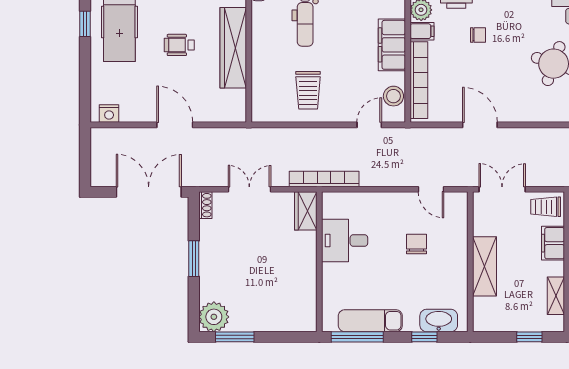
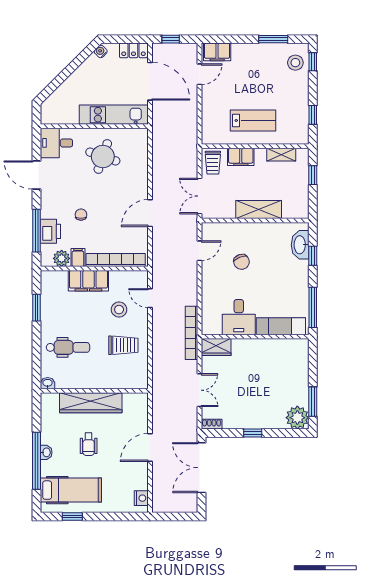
stool: (393, 96) -> (119, 310), moved
double door: (249, 189) -> (199, 390), swing flipped
chair: (416, 244) -> (241, 262), turned -111
window: (194, 259) -> (253, 433), width x0.67
exam couch: (370, 321) -> (281, 326), moved, turned 90

